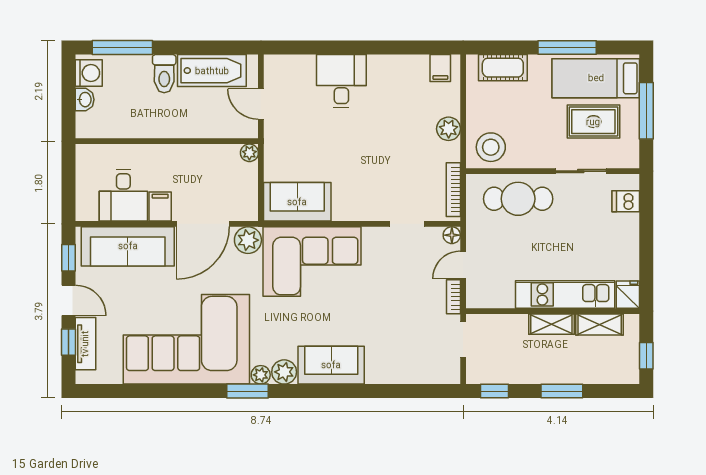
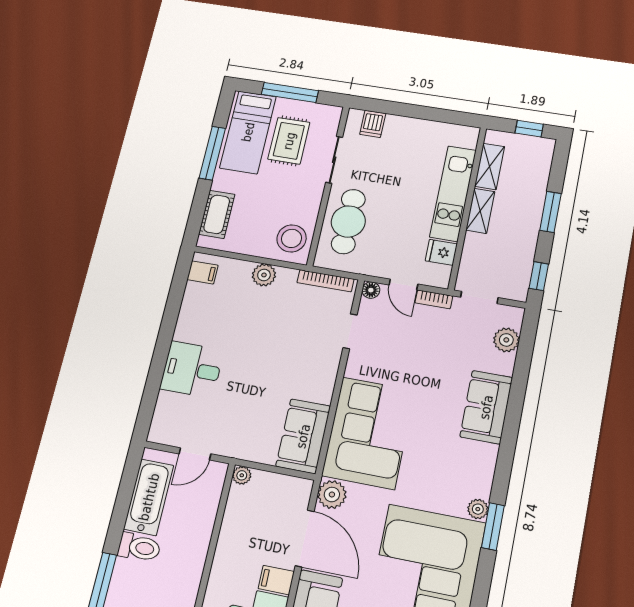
fridge: (628, 295) -> (441, 252), moved
sofa: (331, 365) -> (486, 407), moved
plant: (284, 372) -> (506, 340), moved

